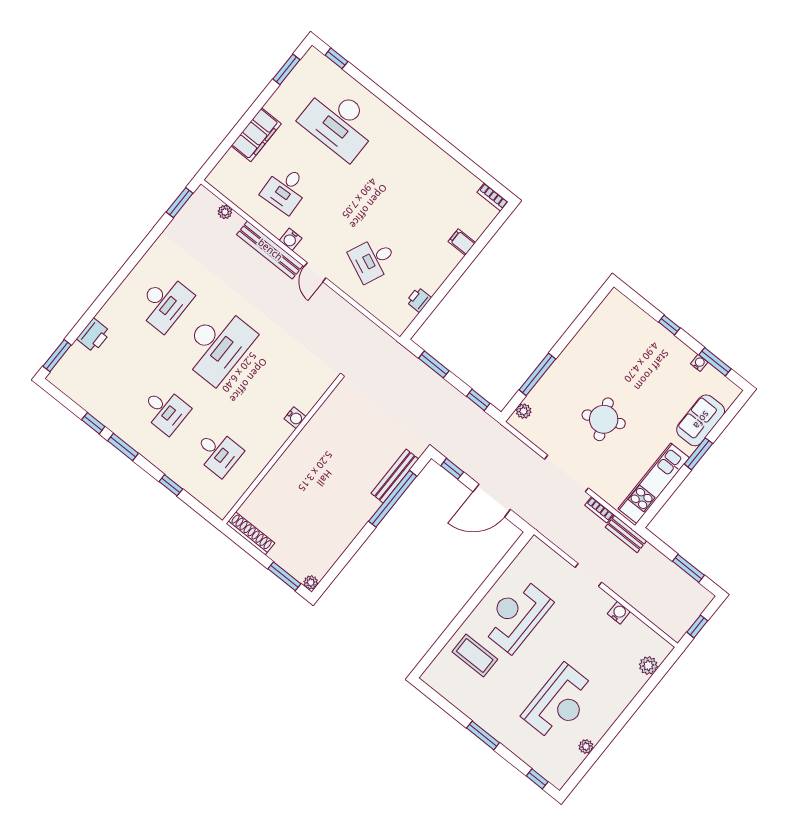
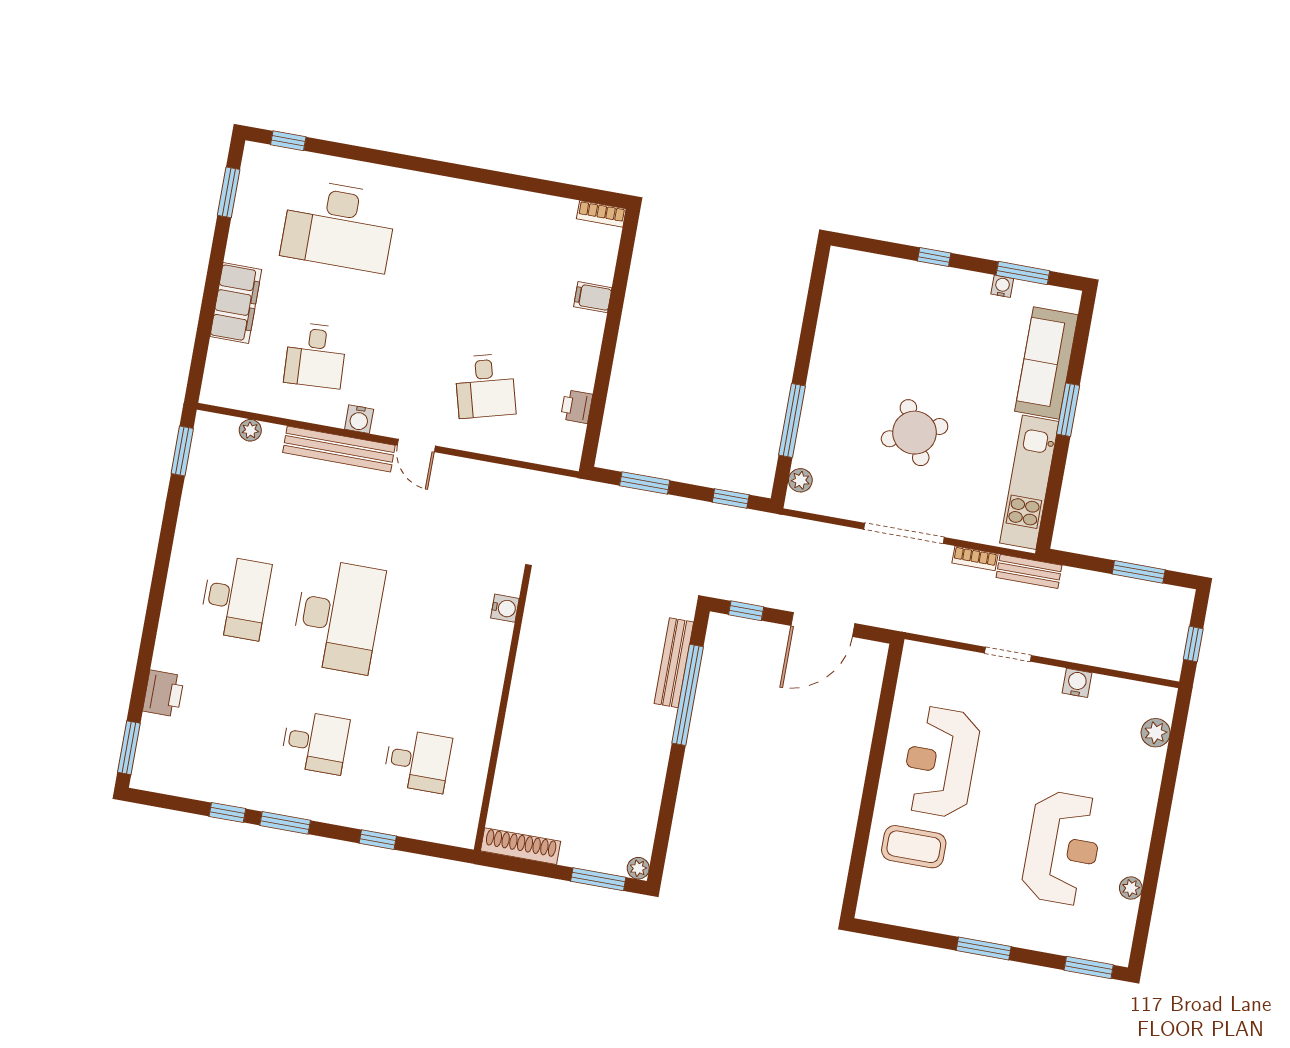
desk: (373, 259) -> (485, 386), turned -39
water cooler: (295, 418) -> (505, 608), moved
sofa: (701, 420) -> (1046, 363), width x1.36
window: (537, 779) -> (1089, 967), width x1.50

